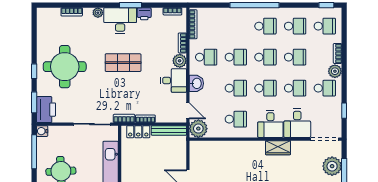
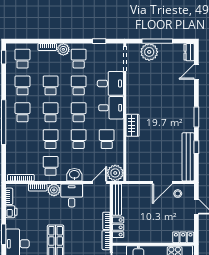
printer: (144, 14) -> (11, 212), moved
wardrobe: (278, 148) -> (132, 125), moved

